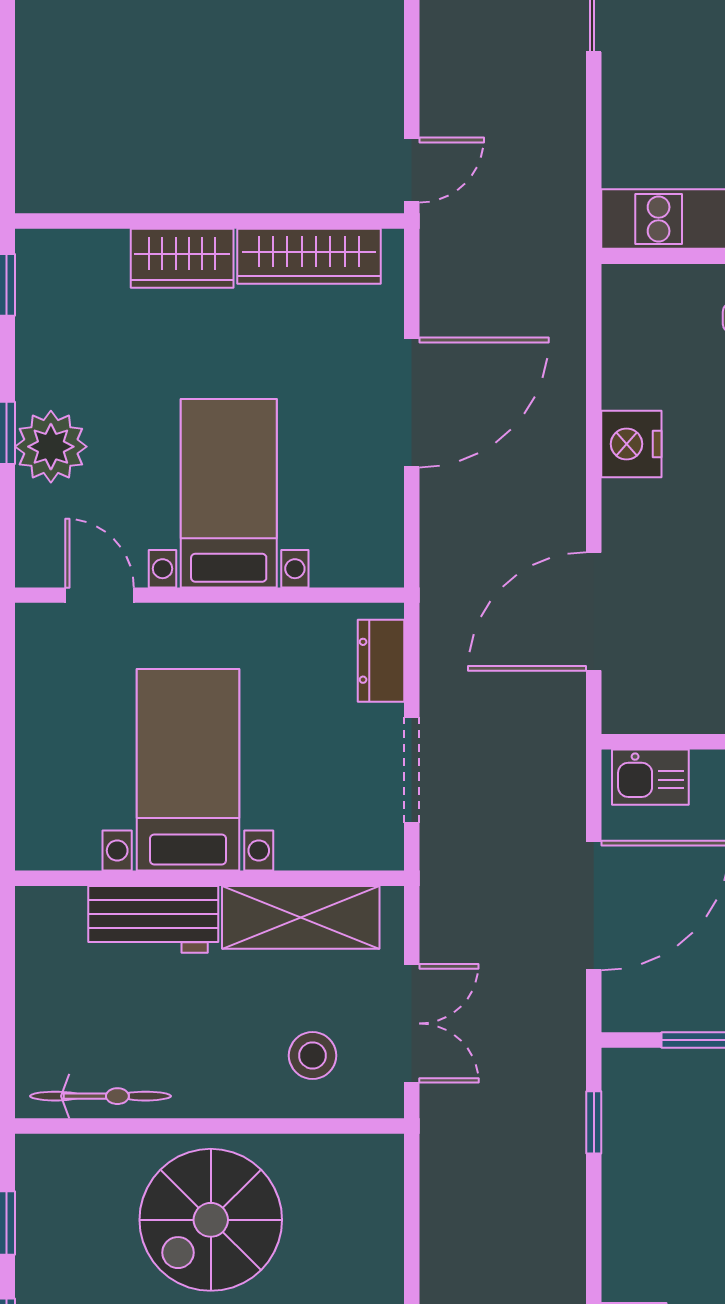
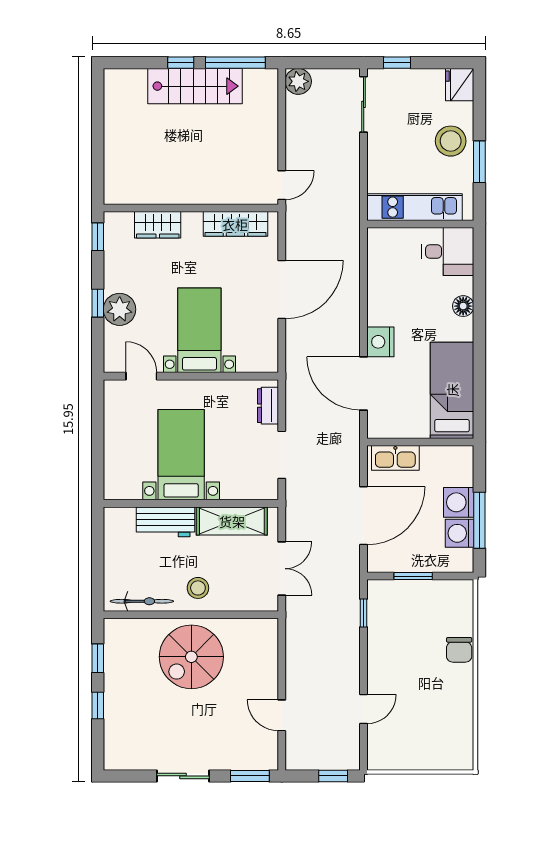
wardrobe: (182, 258) -> (158, 225), moved
nightstand: (631, 444) -> (380, 342), moved
door: (594, 612) -> (364, 383), hinge flipped
kitchen sink: (650, 777) -> (395, 458), width x1.38
stool: (313, 1056) -> (198, 588), moved

